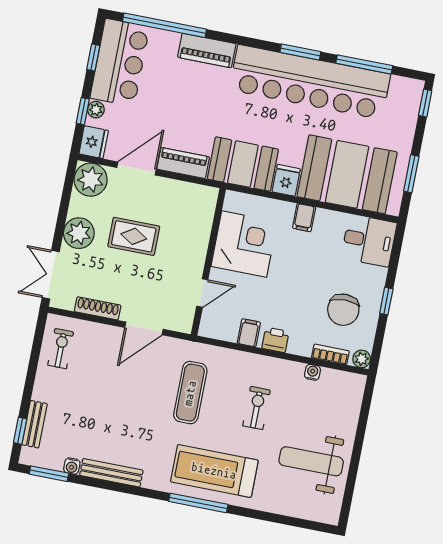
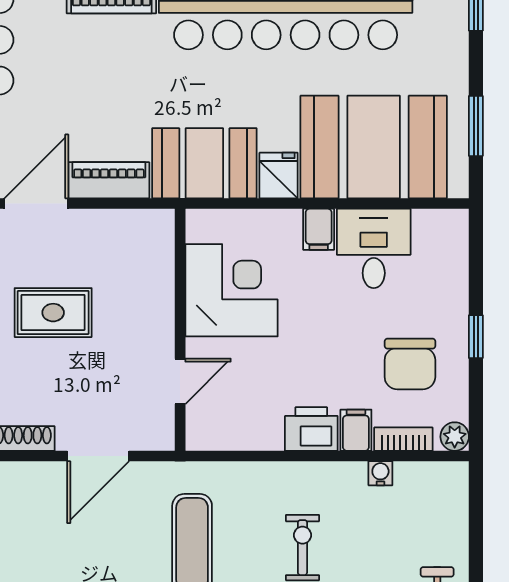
desk: (369, 240) -> (374, 248), moved, turned -90
filing cabinet: (249, 333) -> (356, 430), moved
printer: (275, 340) -> (311, 429), width x1.36, depth x1.24

